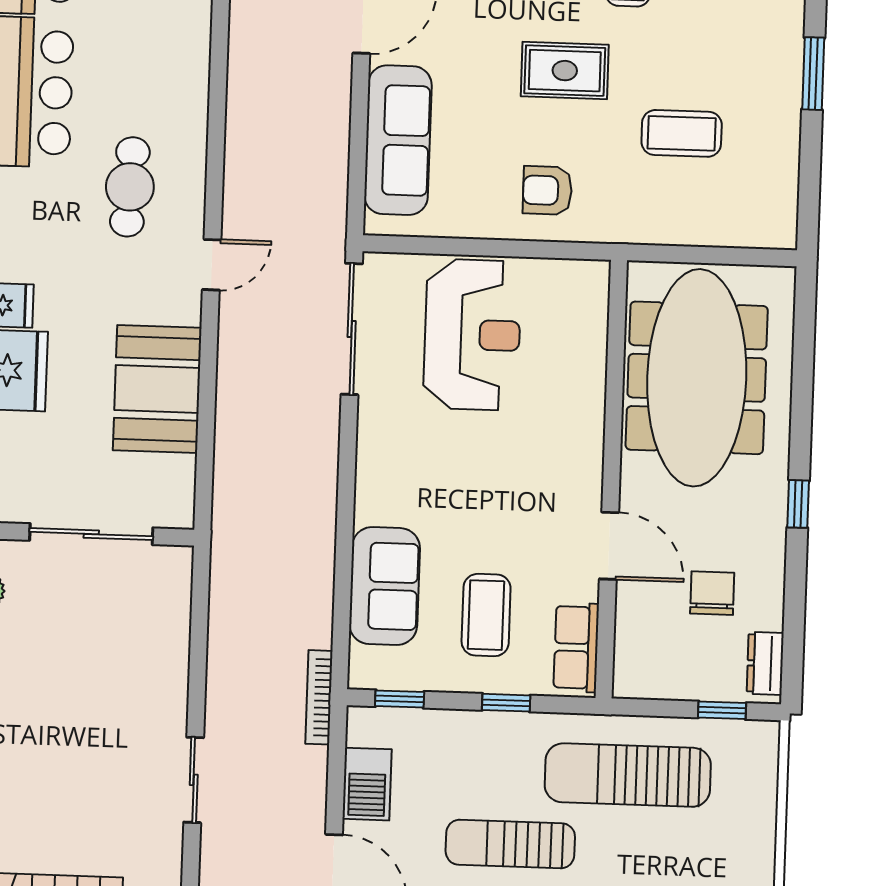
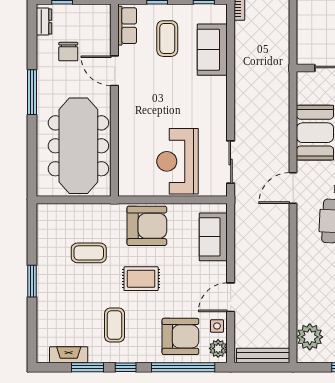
sofa: (398, 140) -> (213, 237), width x0.73
armchair: (547, 190) -> (147, 226), width x1.88, depth x1.88
door: (212, 265) -> (293, 188), width x1.38
sliding door: (352, 329) -> (231, 162), width x0.73
window: (798, 504) -> (32, 92), width x2.17

